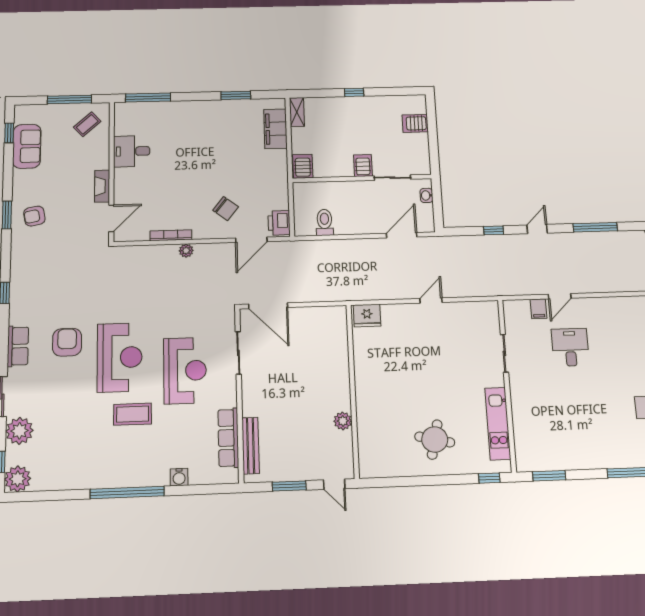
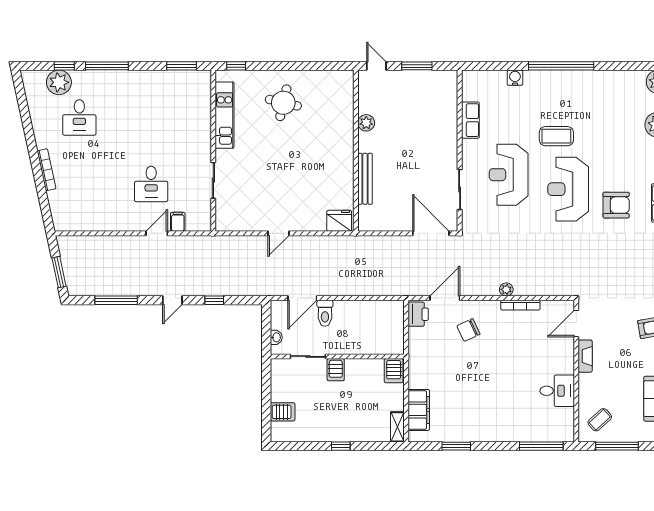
chair: (226, 209) -> (468, 330), turned -63
toilet: (325, 222) -> (325, 313), moved
armchair: (67, 342) -> (616, 205), turned -90
row of seats: (228, 438) -> (470, 120), width x0.68
bench: (251, 446) -> (365, 179), moved

